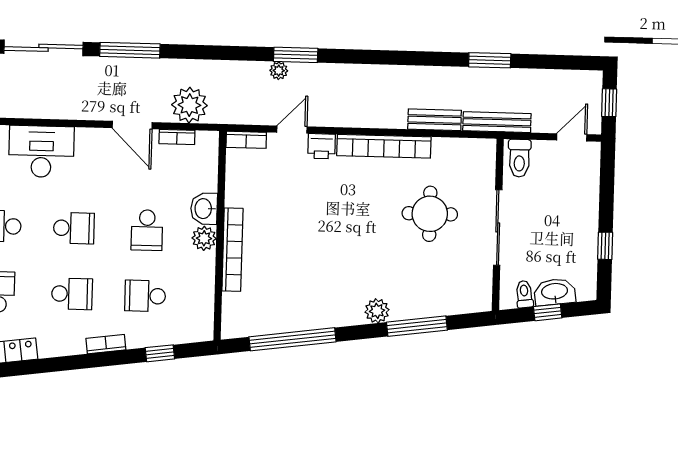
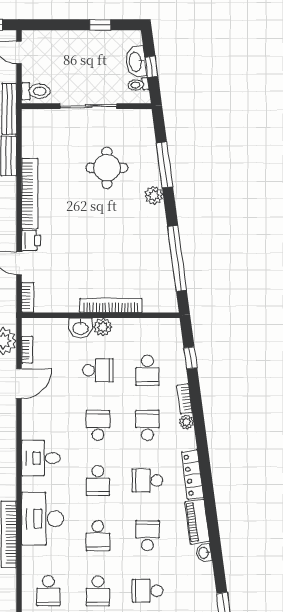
desk: (41, 152) -> (41, 458), width x0.73
round table: (430, 214) -> (107, 168), moved
plant: (75, 346) -> (186, 422), added

